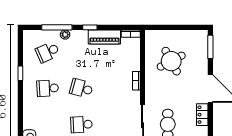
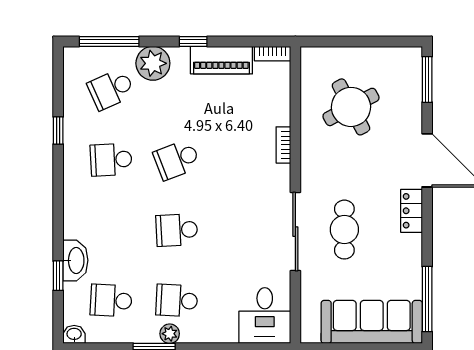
window: (57, 27) -> (109, 41), moved
plant: (65, 35) -> (153, 63), width x1.87, depth x1.87
school desk: (81, 88) -> (177, 160), turned -36

